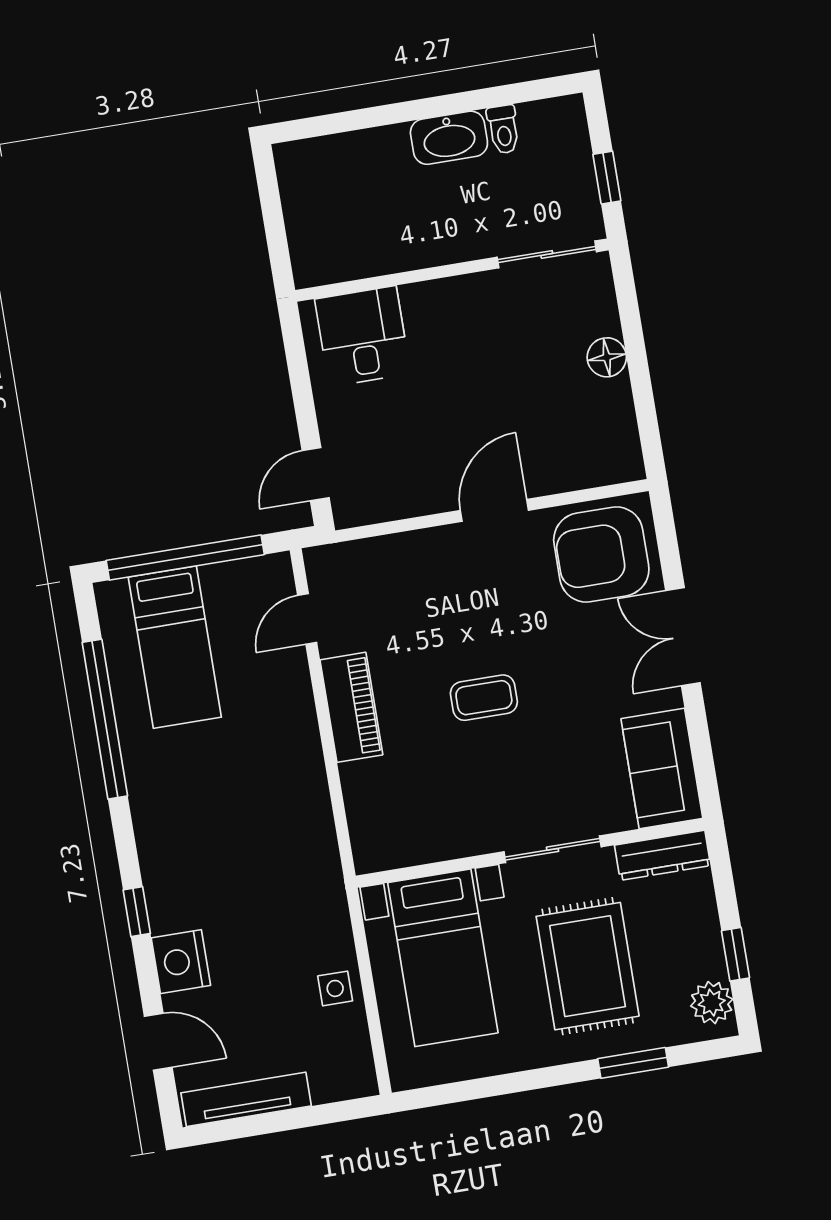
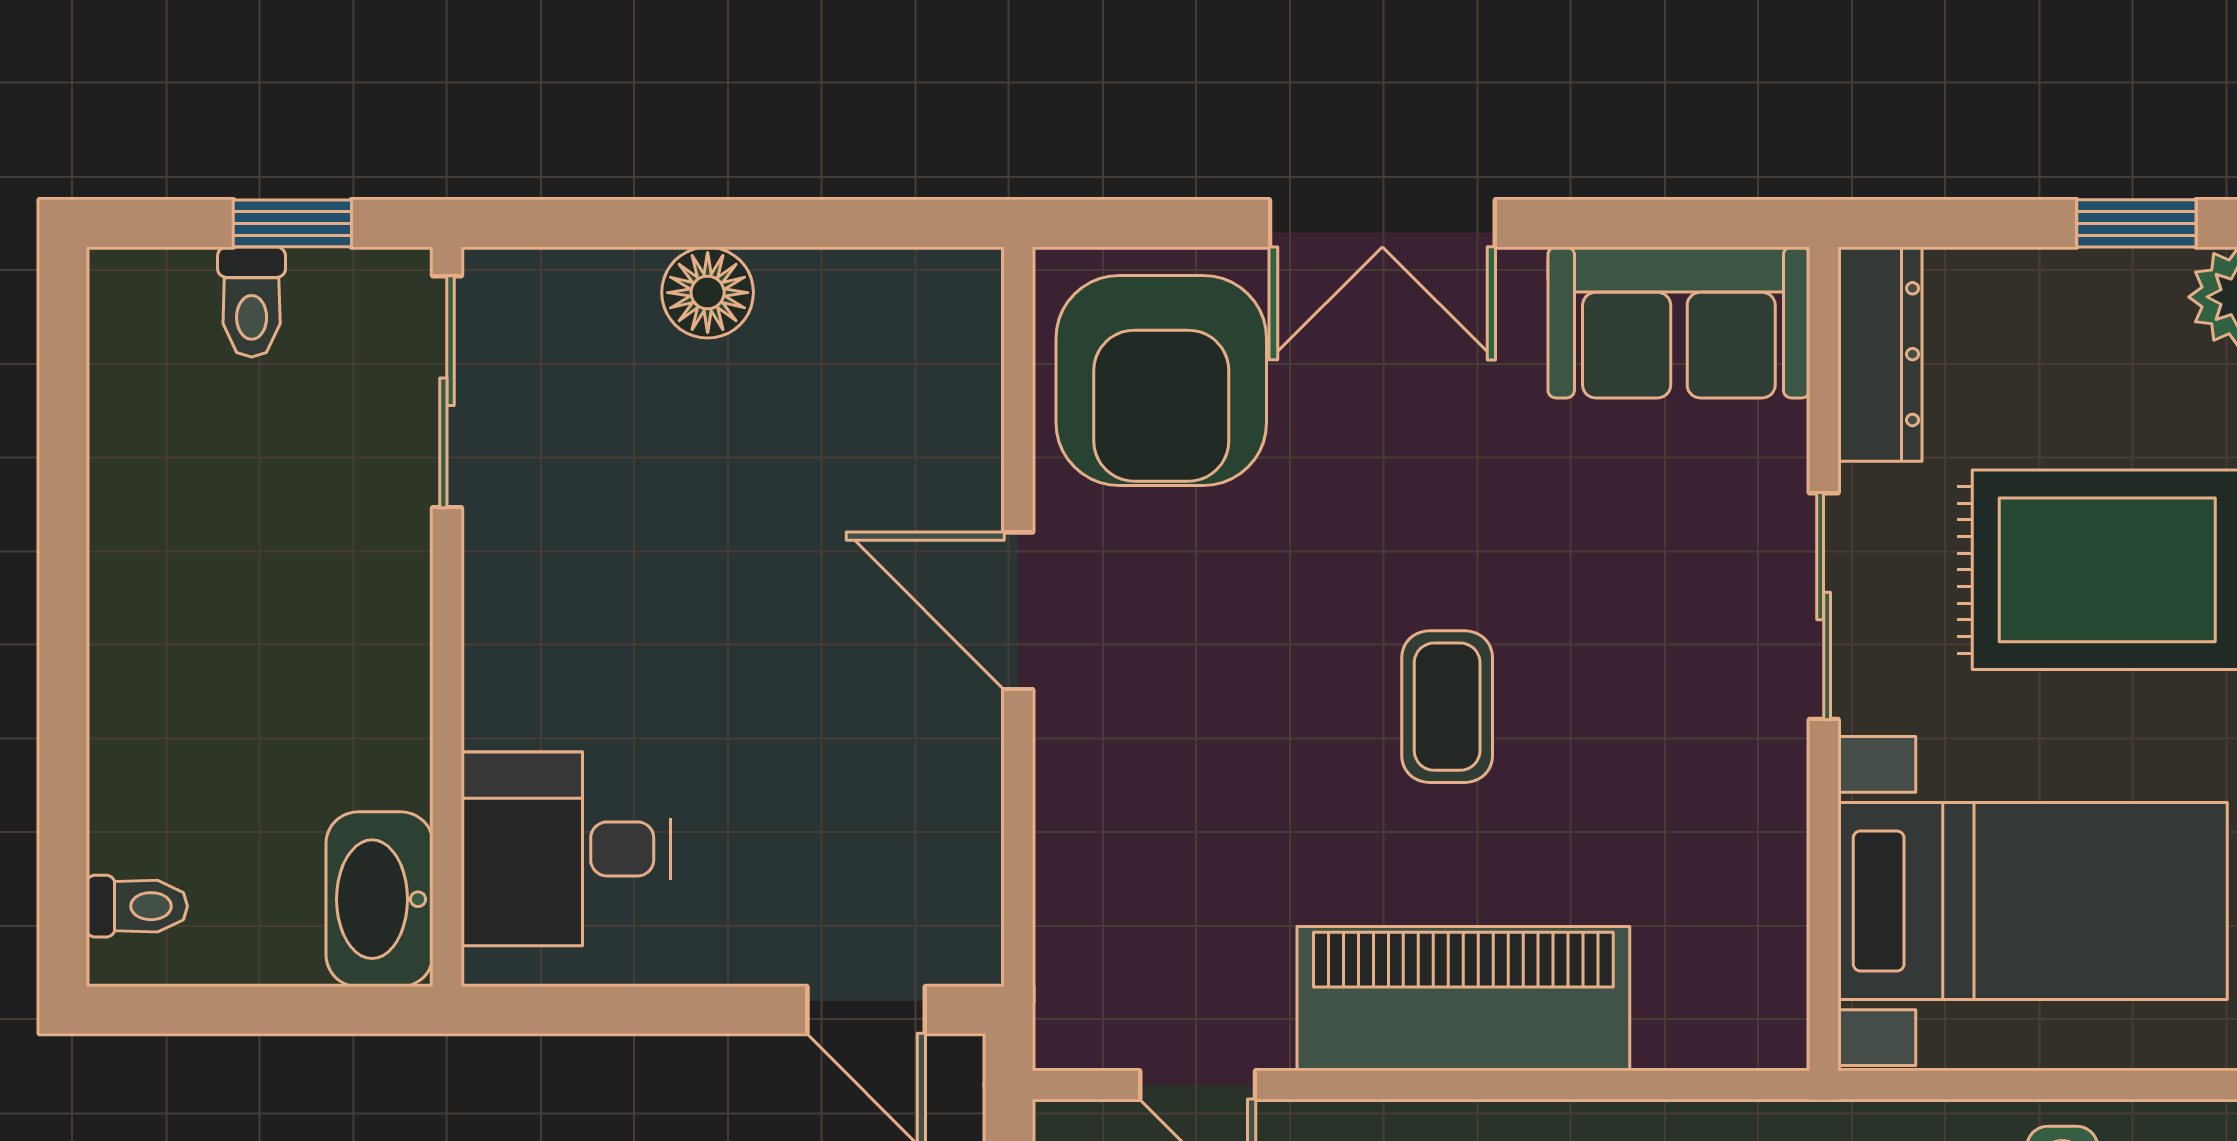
toilet: (503, 129) -> (252, 302), moved, turned 90
washbasin: (449, 138) -> (379, 899), moved, turned 180
toilet: (309, 160) -> (137, 906), added
piano: (351, 707) -> (1463, 999), width x1.37, depth x1.33

